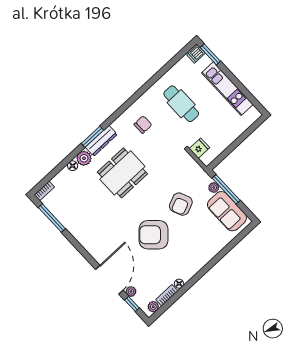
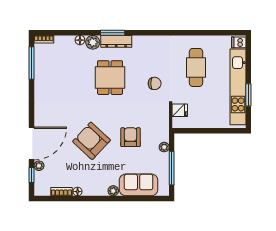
window: (210, 54) -> (248, 95), moved
kitchen unit: (227, 89) -> (238, 87), width x1.36
chair: (143, 125) -> (155, 83), moved
dining table: (122, 173) -> (110, 78), width x0.73
window: (226, 189) -> (172, 168), moved
armchair: (181, 204) -> (131, 137), turned 113
sofa: (227, 211) -> (139, 185), moved, turned 90
plant: (153, 307) -> (113, 191), moved

